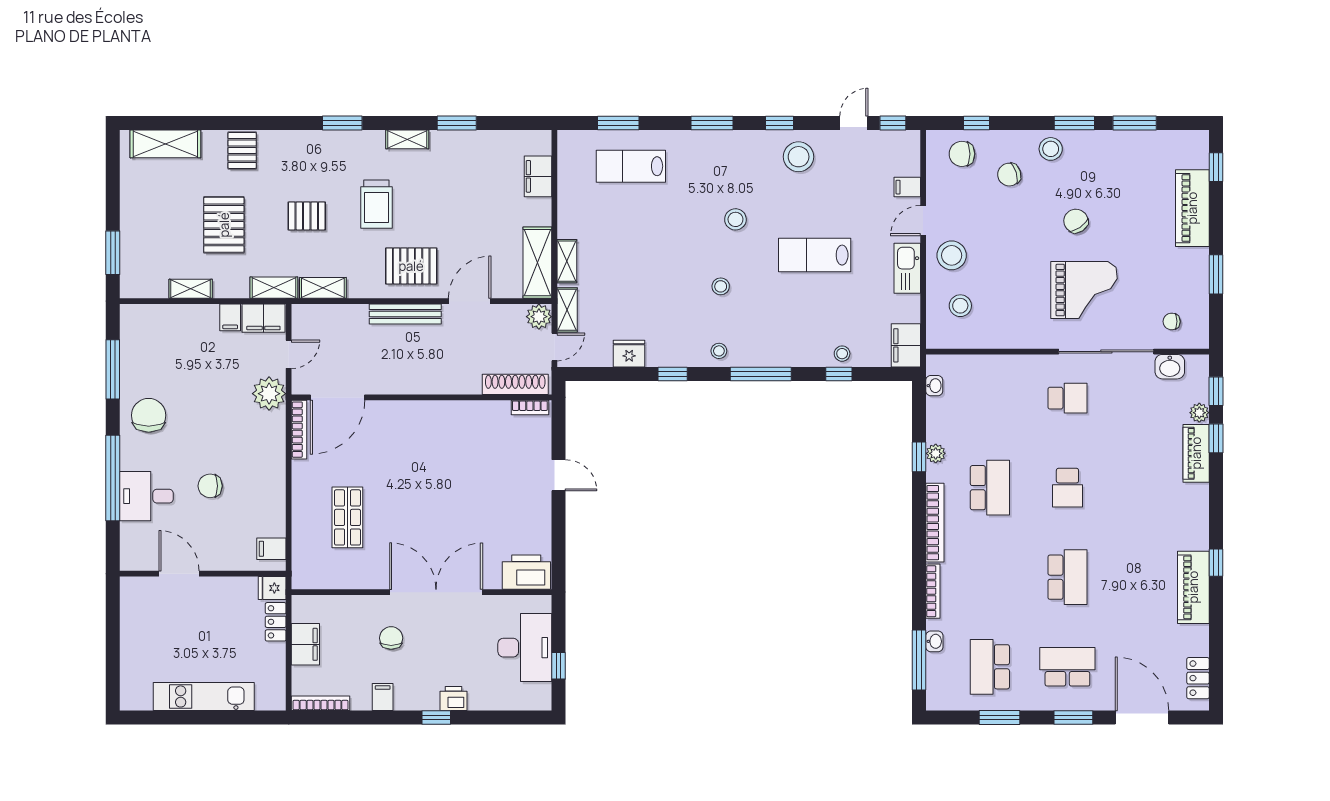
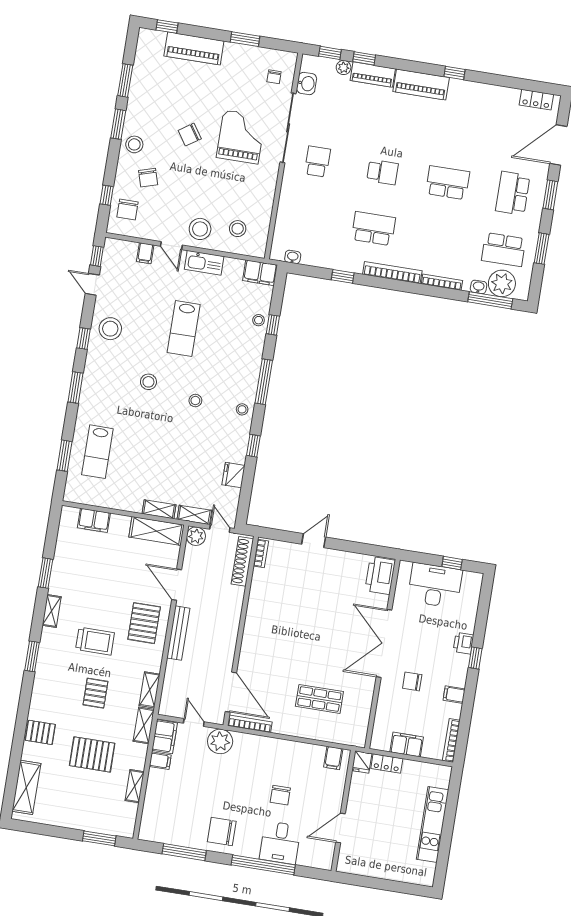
plant: (936, 453) -> (502, 283), moved, width x1.87, depth x1.87
piano: (1193, 587) -> (421, 84), moved

